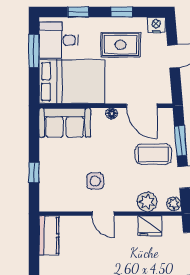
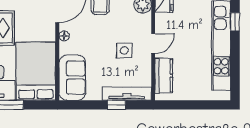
tv unit: (47, 184) -> (127, 94), added
kitchen counter: (49, 235) -> (164, 76), moved, turned 90

